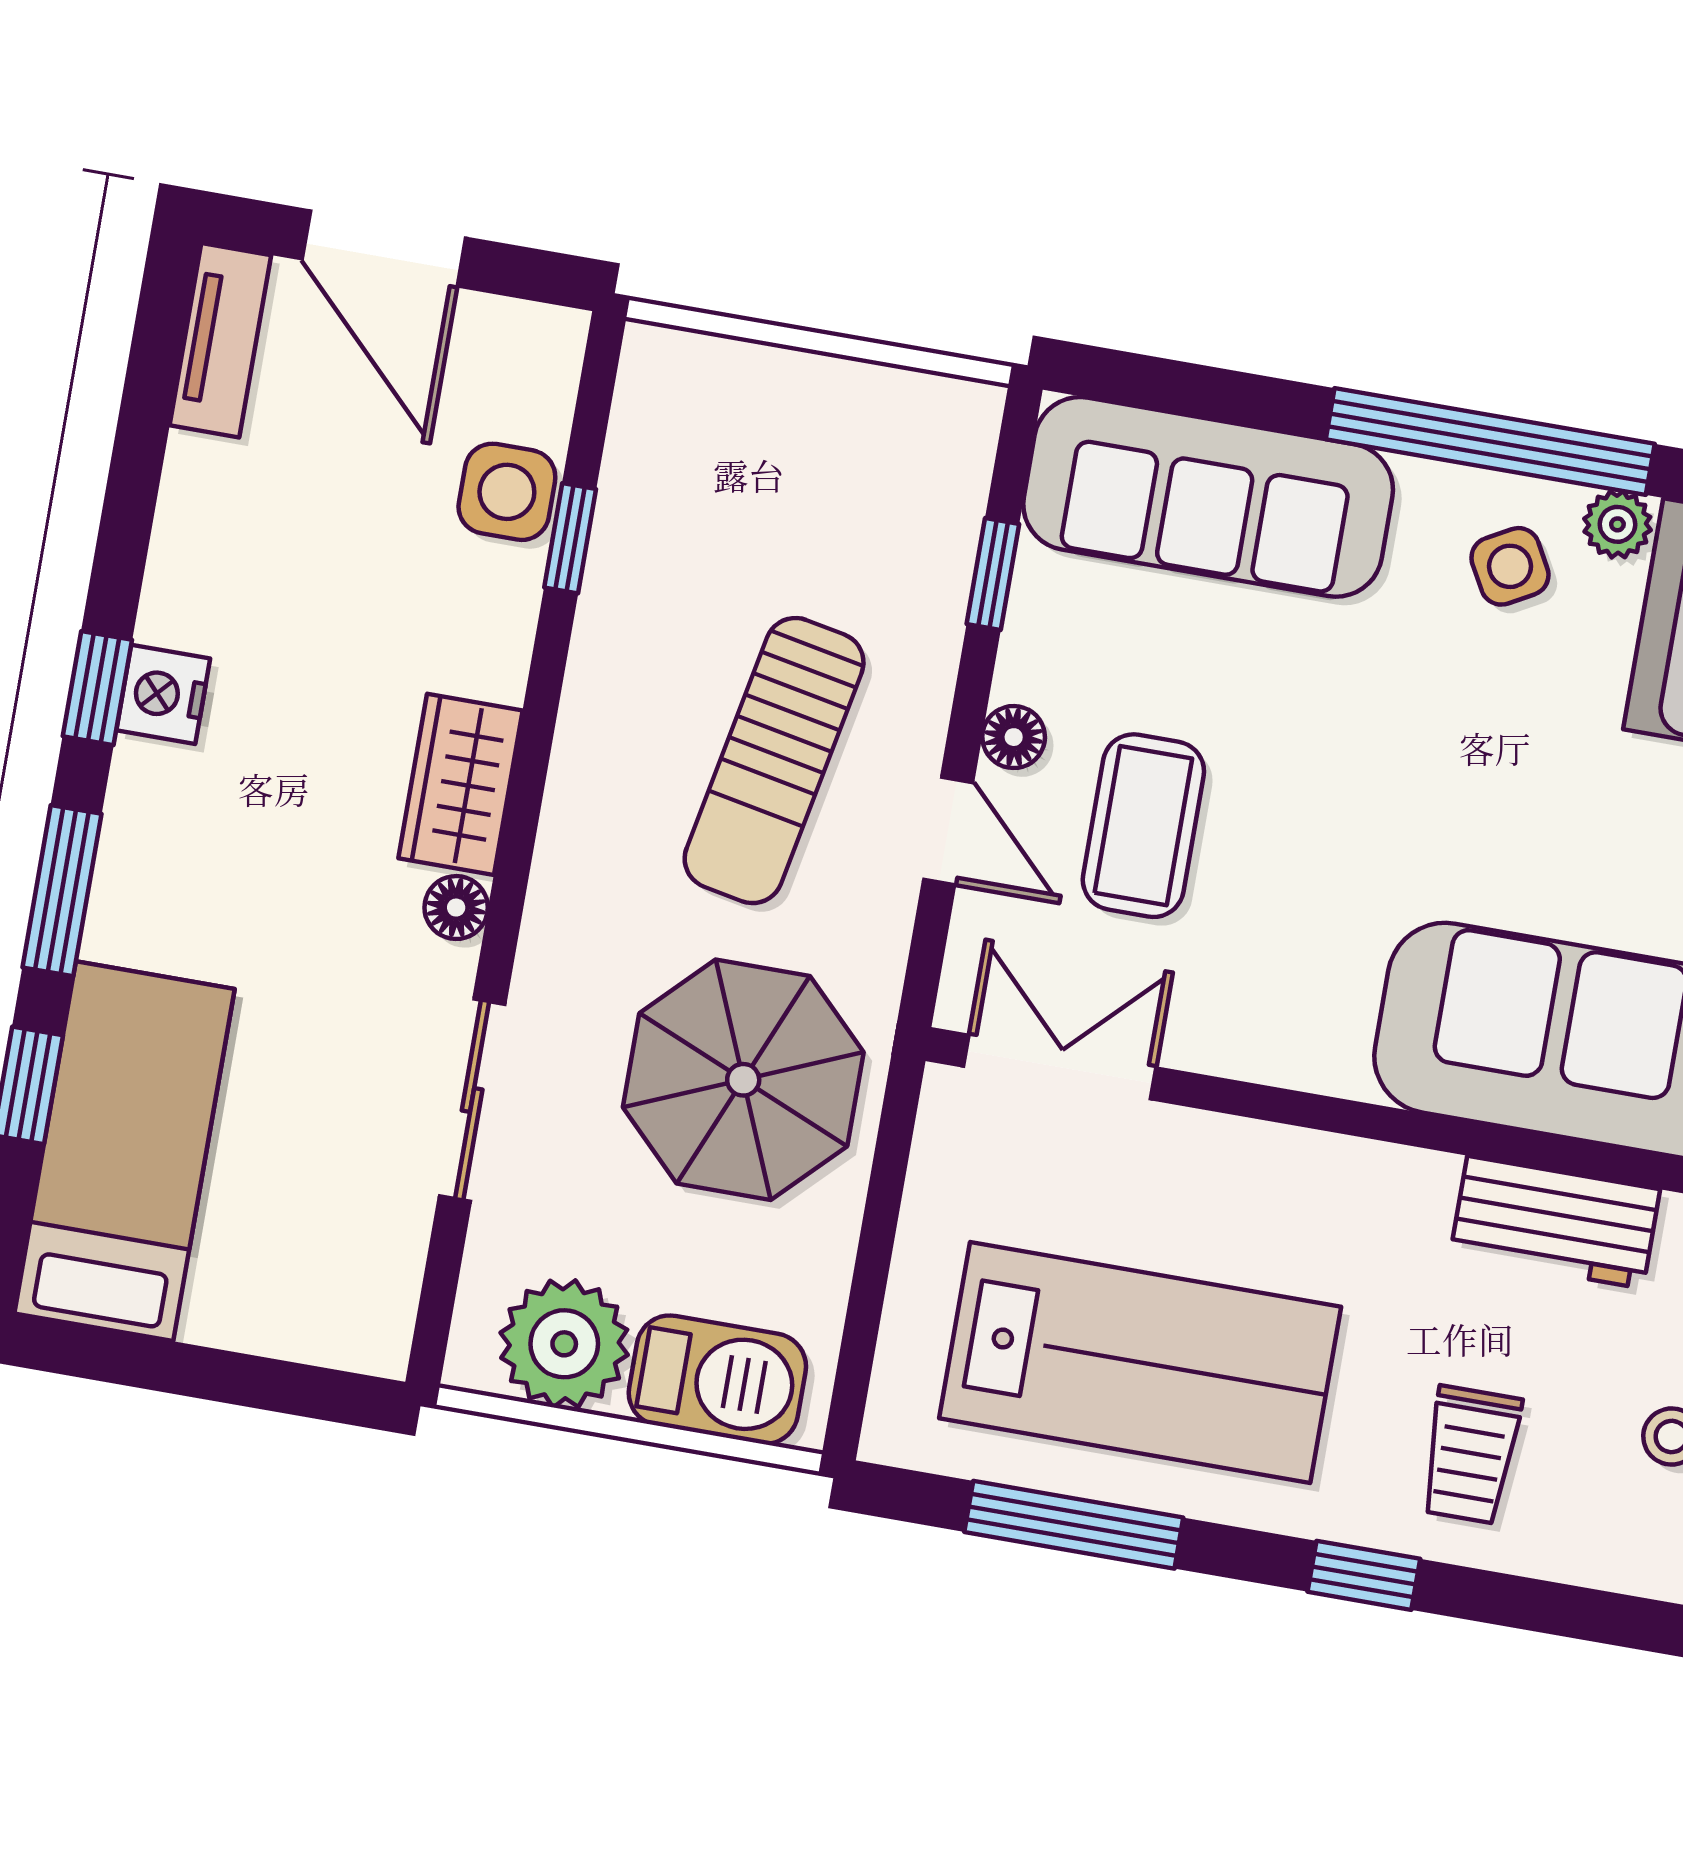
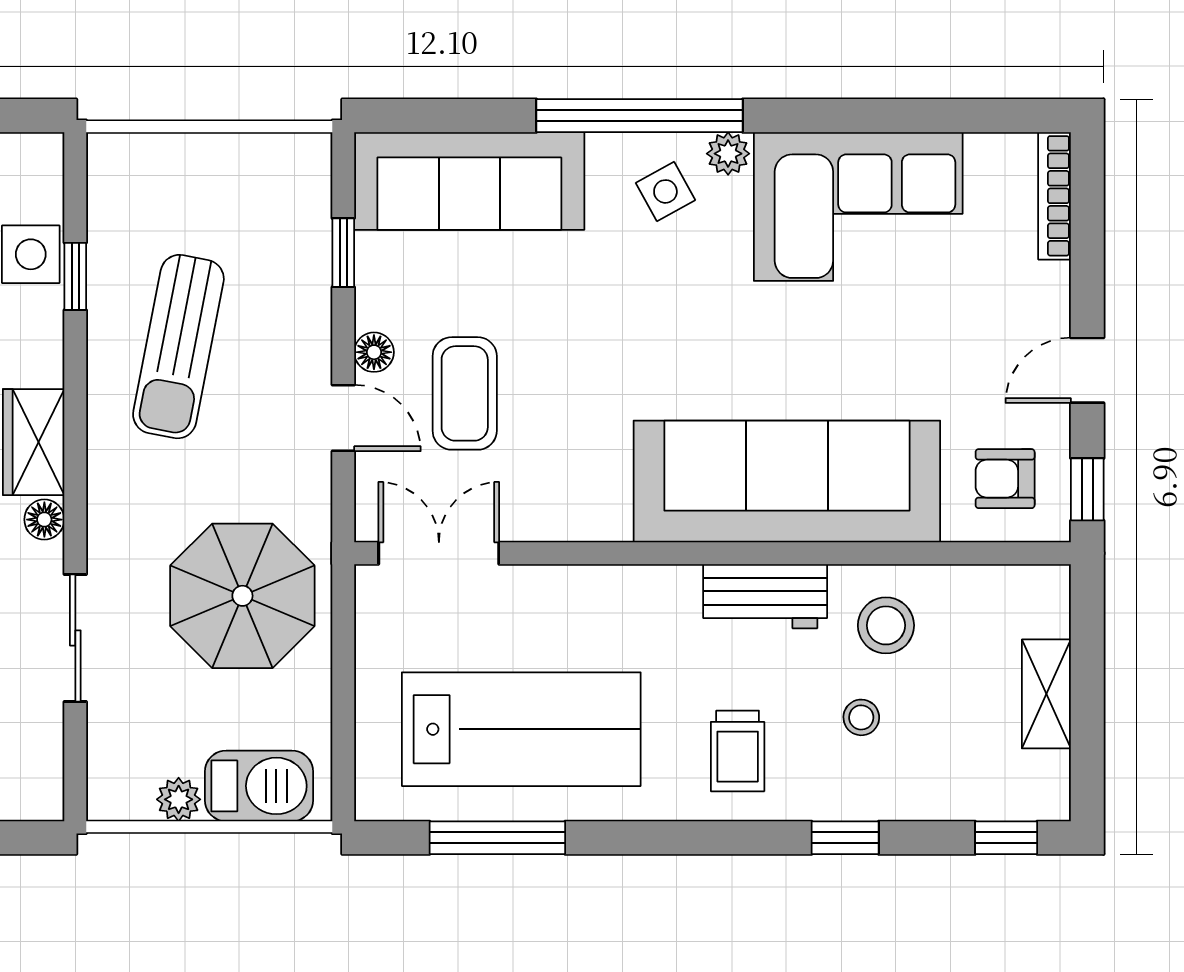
sun lounger: (774, 761) -> (178, 347), moved
plant: (564, 1344) -> (179, 799), width x0.53, depth x0.53
window: (1364, 1575) -> (845, 838), moved

